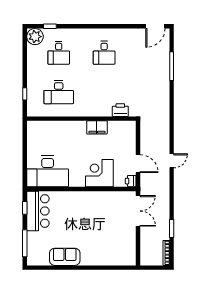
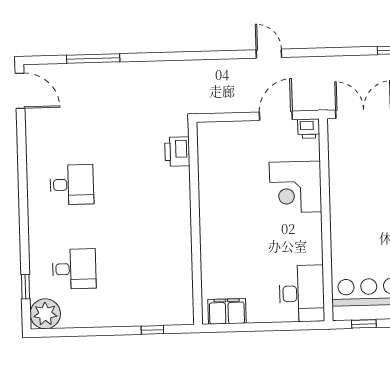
desk: (59, 92) -> (147, 267), removed
filing cabinet: (97, 127) -> (227, 311), moved, turned -90
desk: (48, 171) -> (302, 294), width x0.73, depth x0.77

